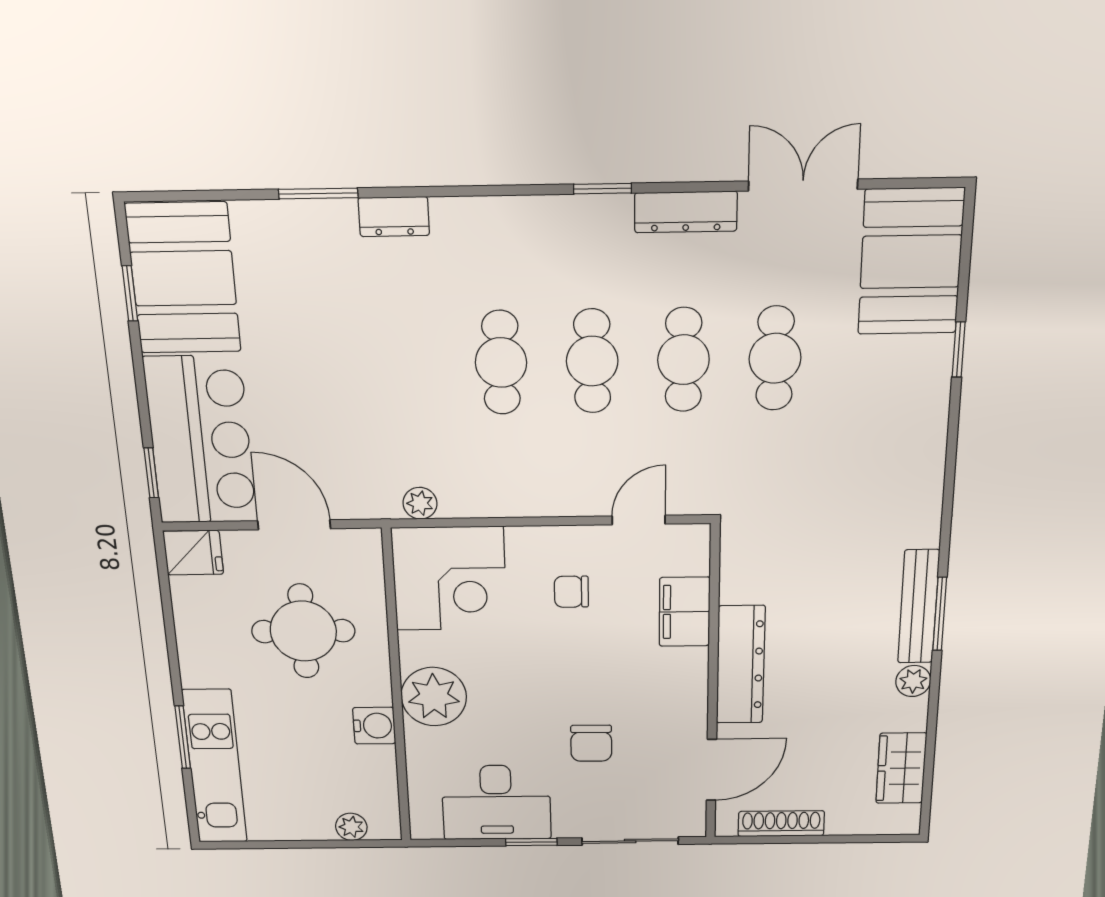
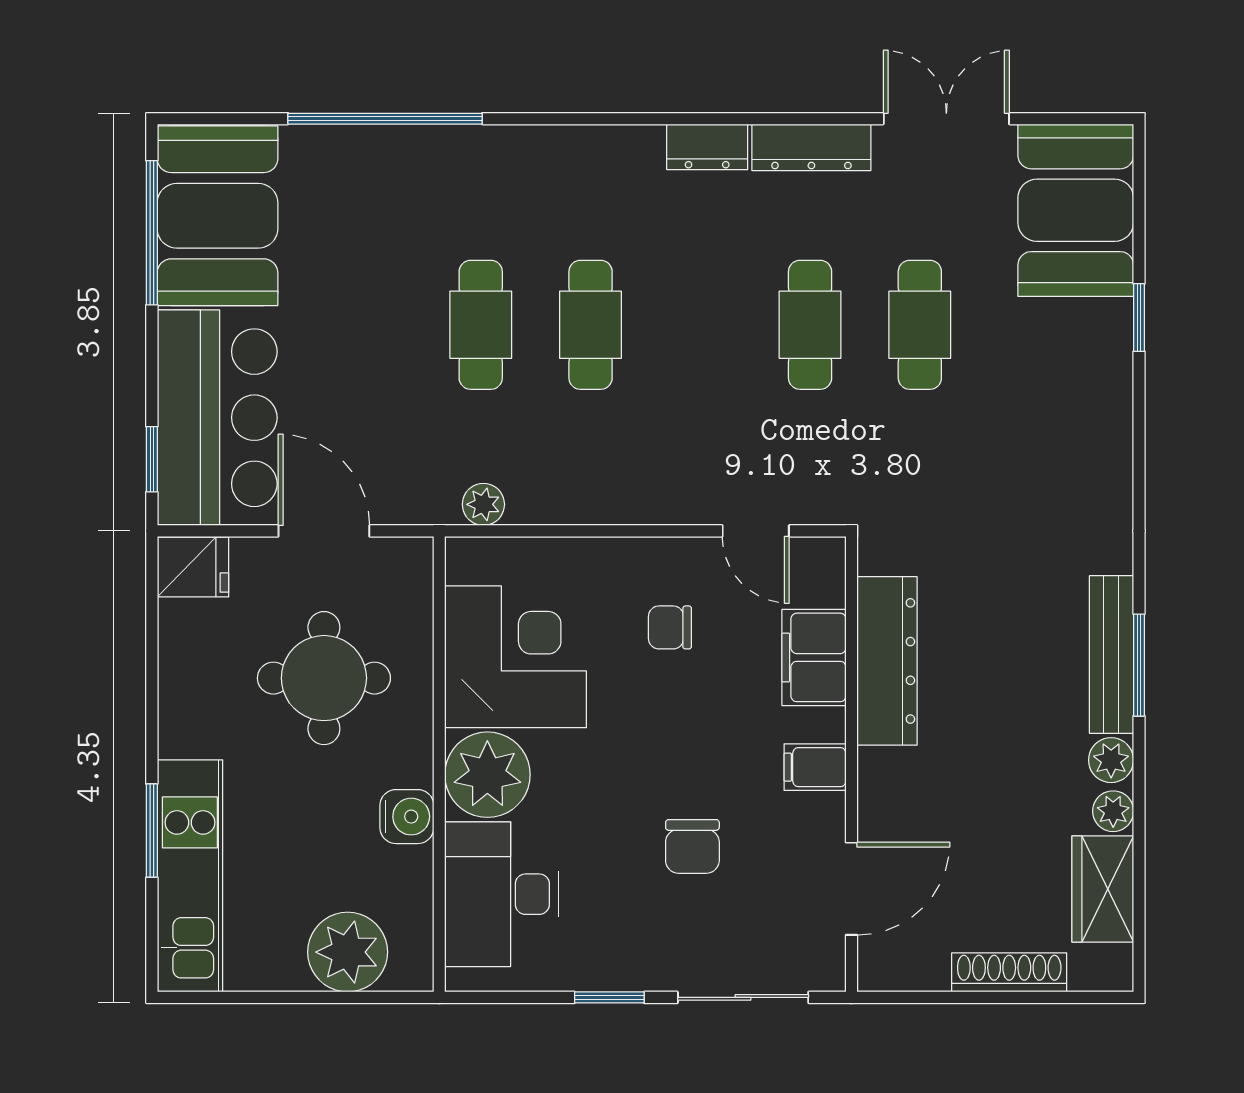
window: (603, 189) -> (715, 119), removed
window: (318, 194) -> (385, 119), width x2.11
dresser: (394, 217) -> (707, 147), moved
window: (130, 293) -> (152, 233), width x2.17
cafe table: (592, 361) -> (481, 325), moved
door: (639, 520) -> (756, 531), swing flipped
corner desk: (449, 579) -> (516, 657), moved, turned -90
dresser: (741, 665) -> (887, 661), moved
filing cabinet: (685, 689) -> (815, 767), added
plant: (913, 716) -> (1113, 811), added
desk: (496, 802) -> (502, 894), moved, turned 90
shoe rack: (781, 824) -> (1009, 972), moved
plant: (351, 827) -> (348, 952), width x1.88, depth x1.88

